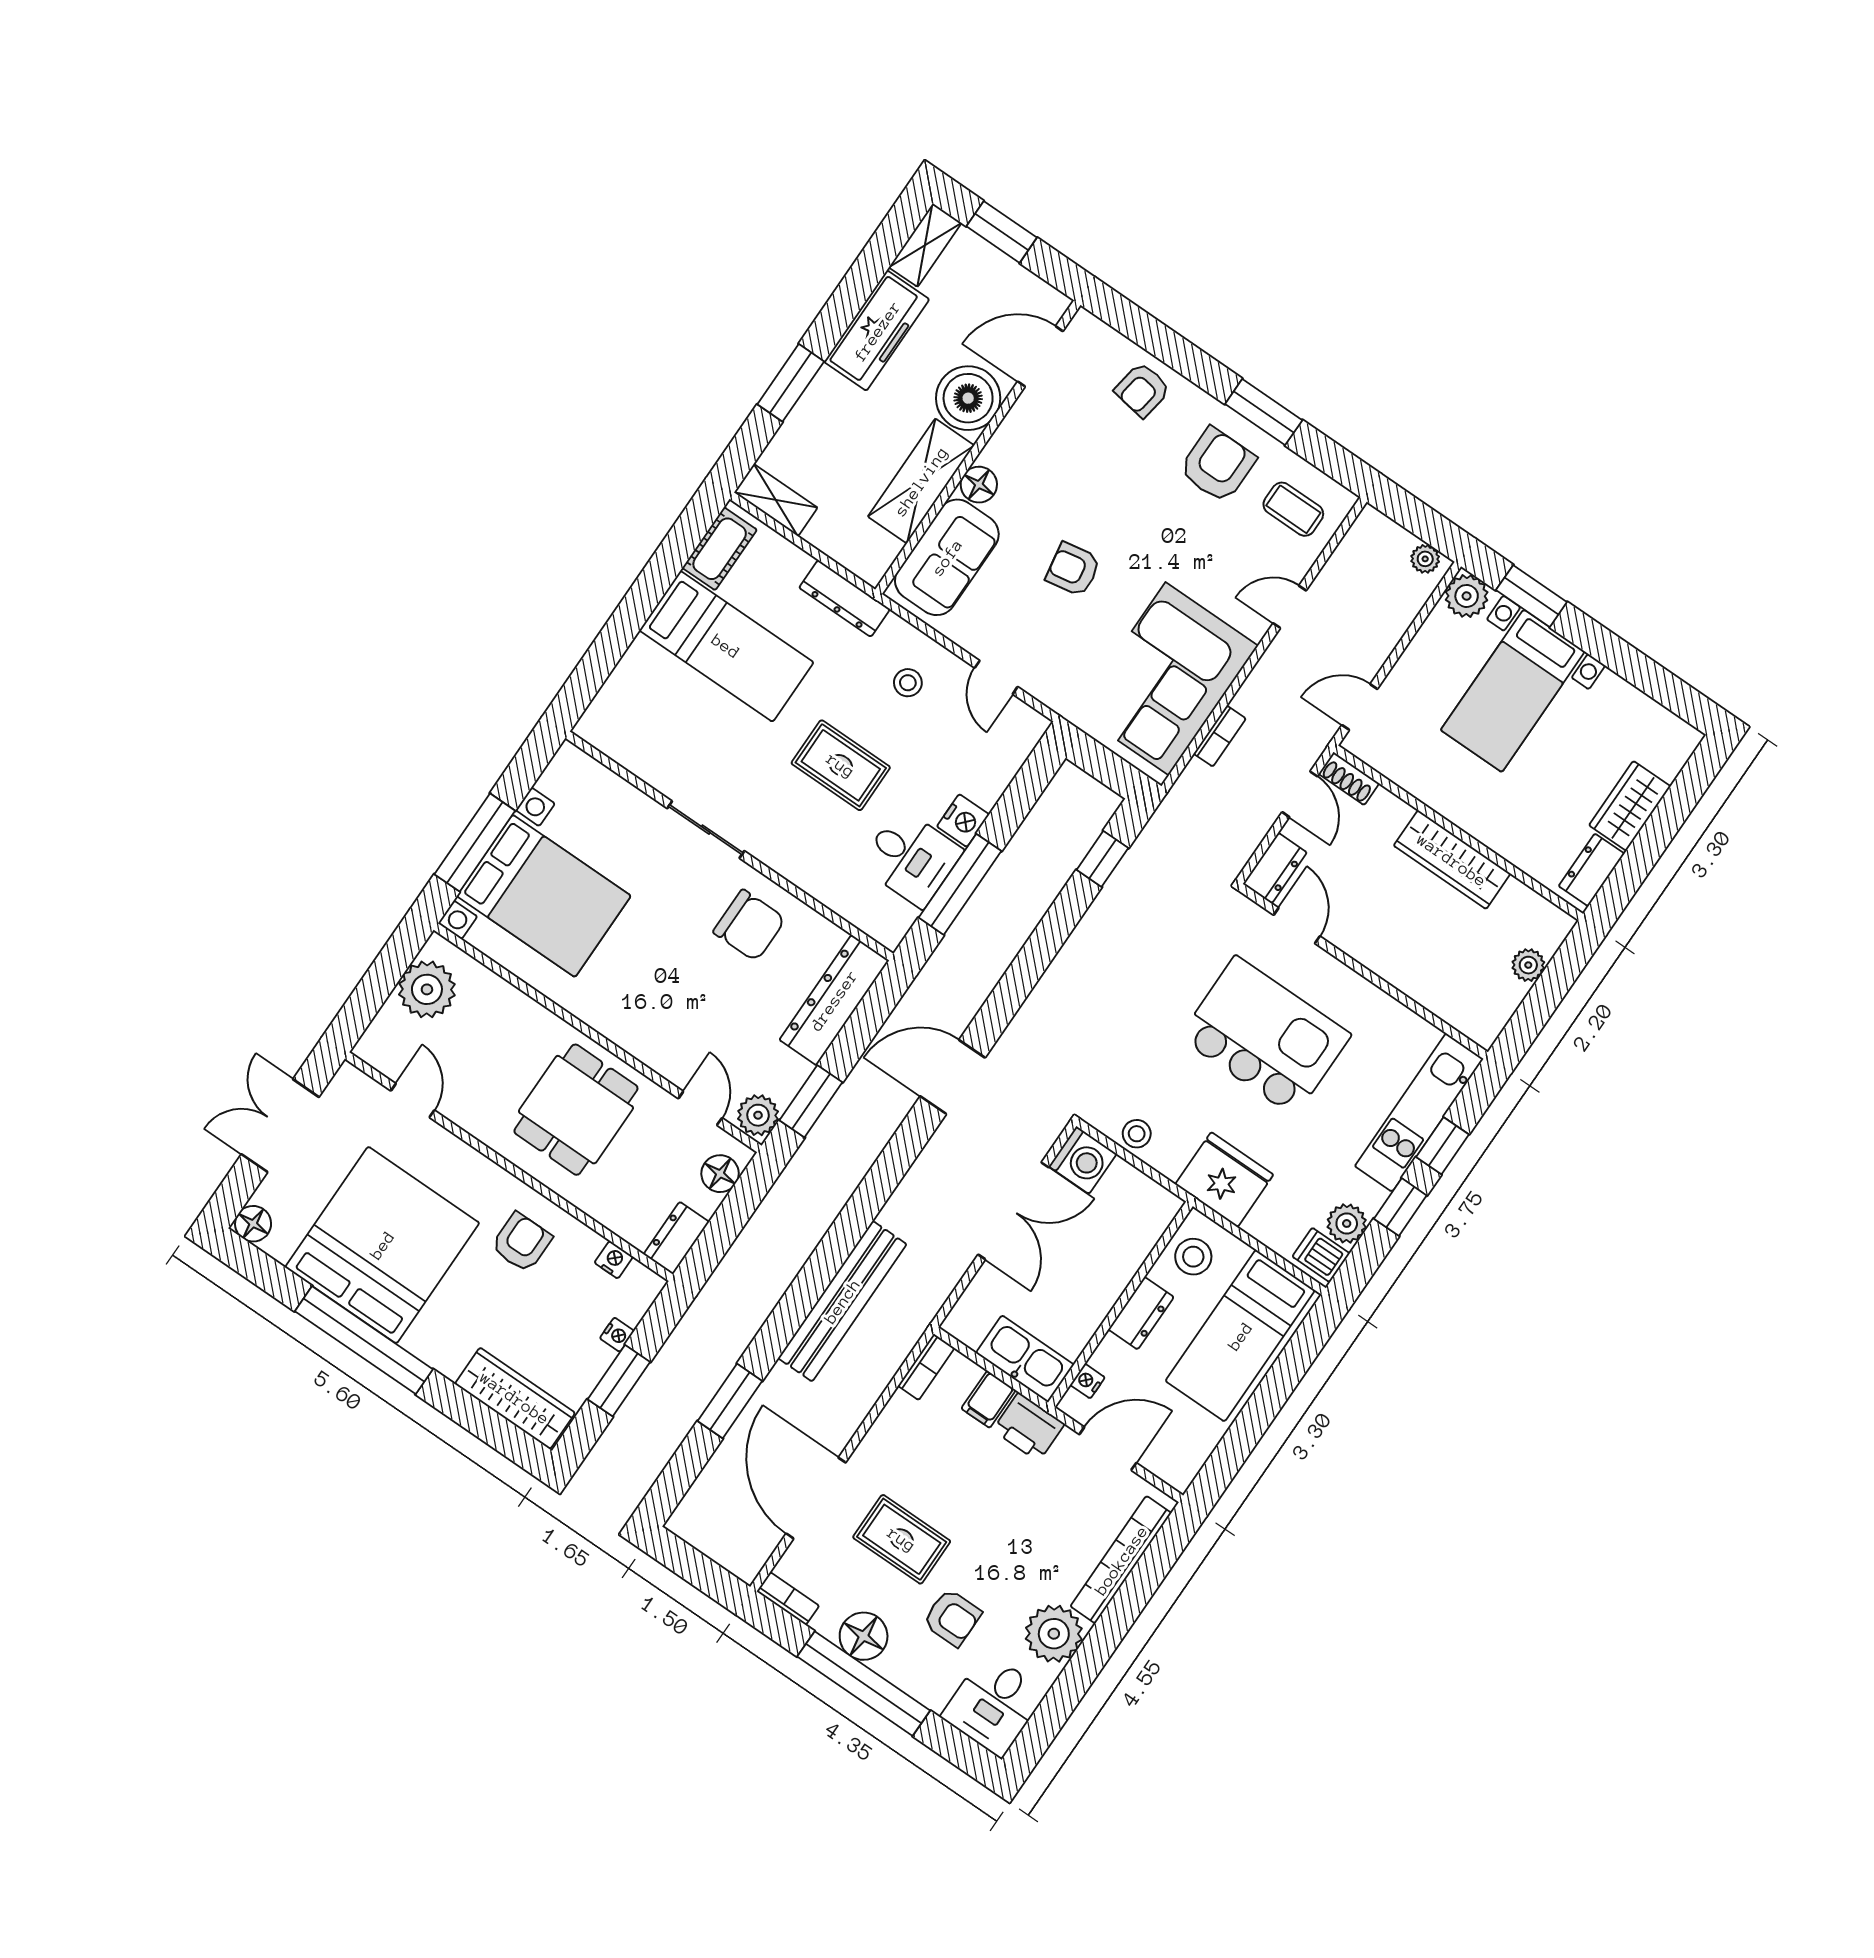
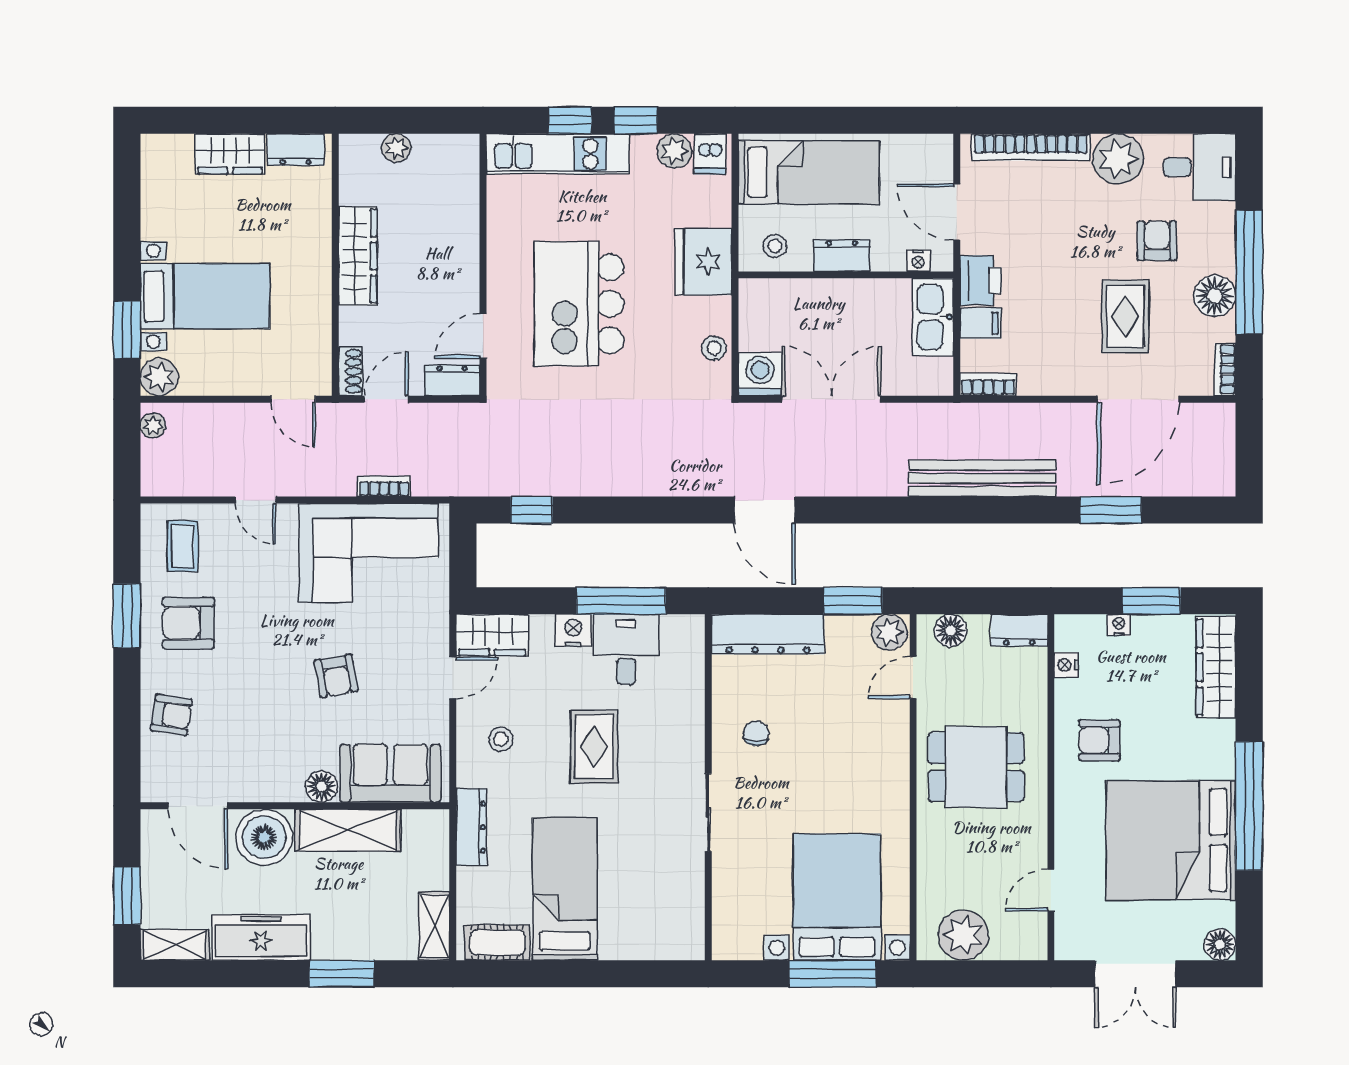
wardrobe: (1011, 742) -> (492, 635), added
chair: (749, 925) -> (756, 733), width x0.54, depth x0.54
stool: (1193, 1257) -> (775, 246), width x0.73, depth x0.73

